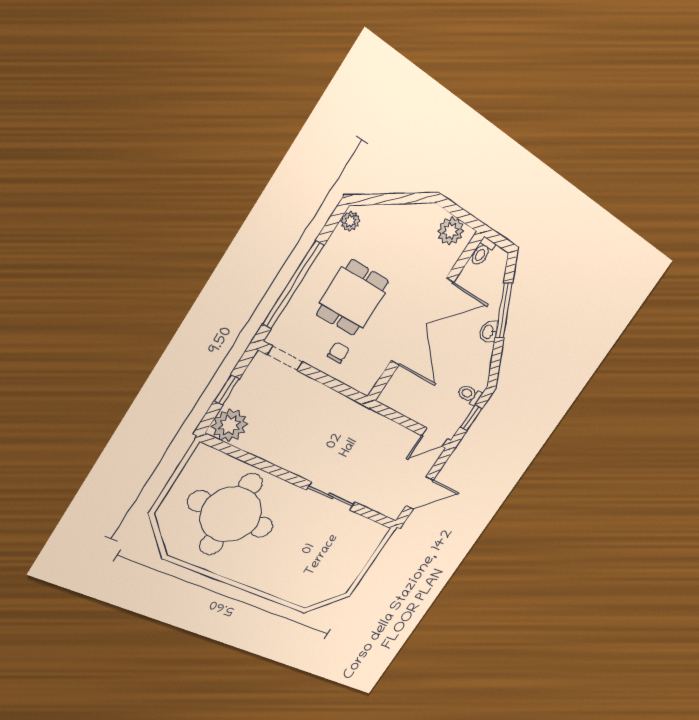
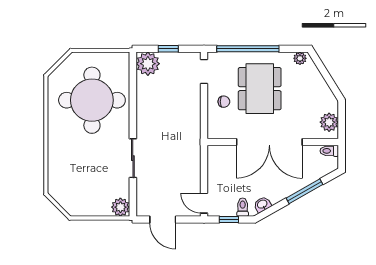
dining table: (353, 298) -> (260, 89), width x1.37
washbasin: (488, 332) -> (262, 204), moved
plant: (374, 534) -> (120, 207), added

